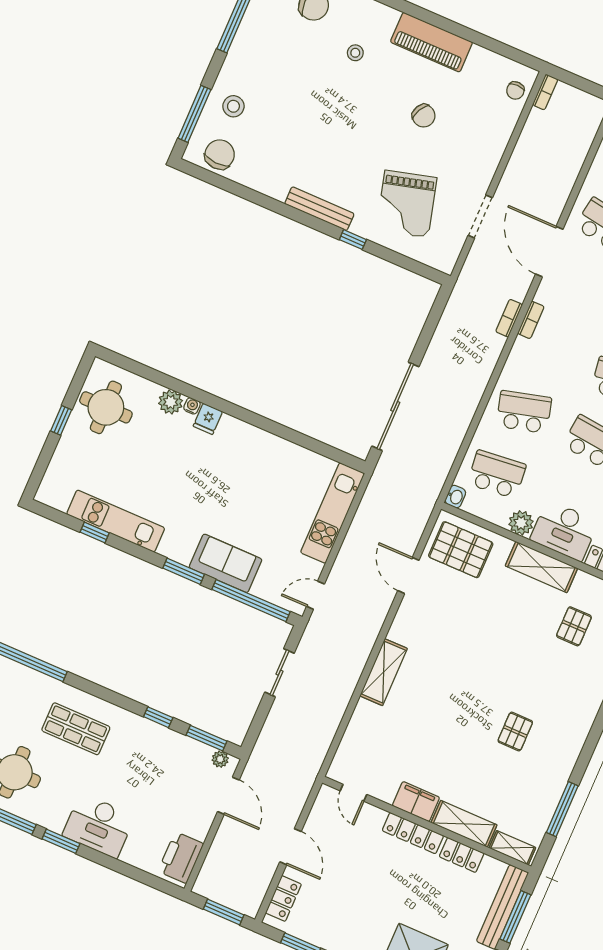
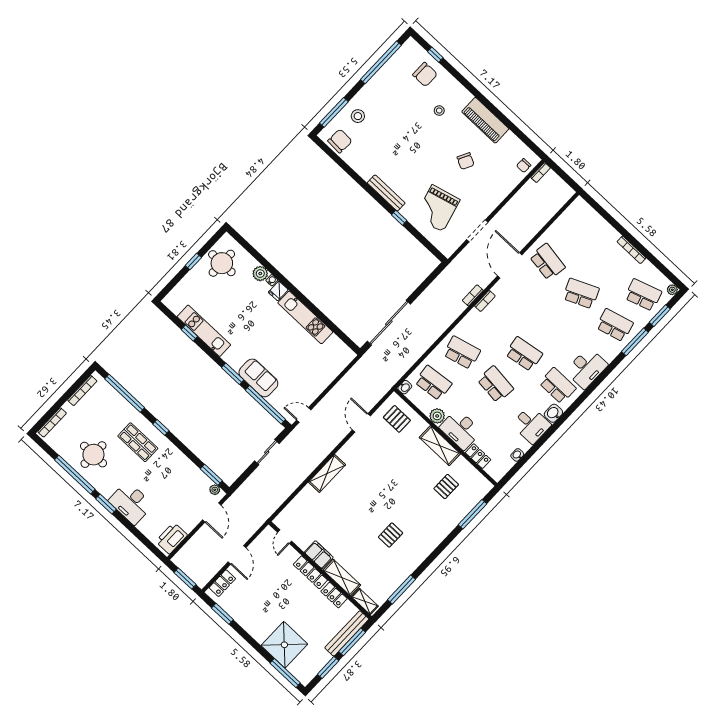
kitchen unit: (333, 513) -> (305, 317), moved, turned -90
pallet: (461, 550) -> (397, 419), width x0.67, depth x0.71
window: (158, 717) -> (161, 427), moved

